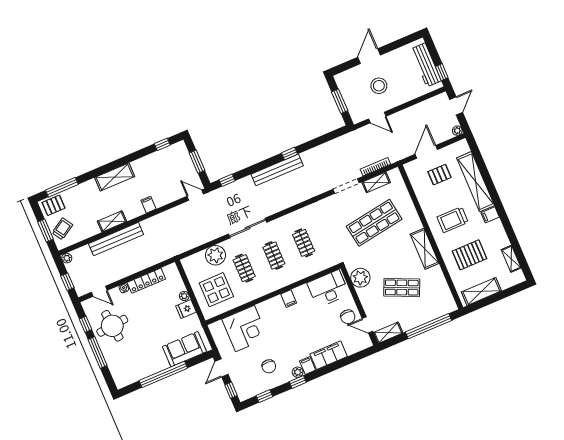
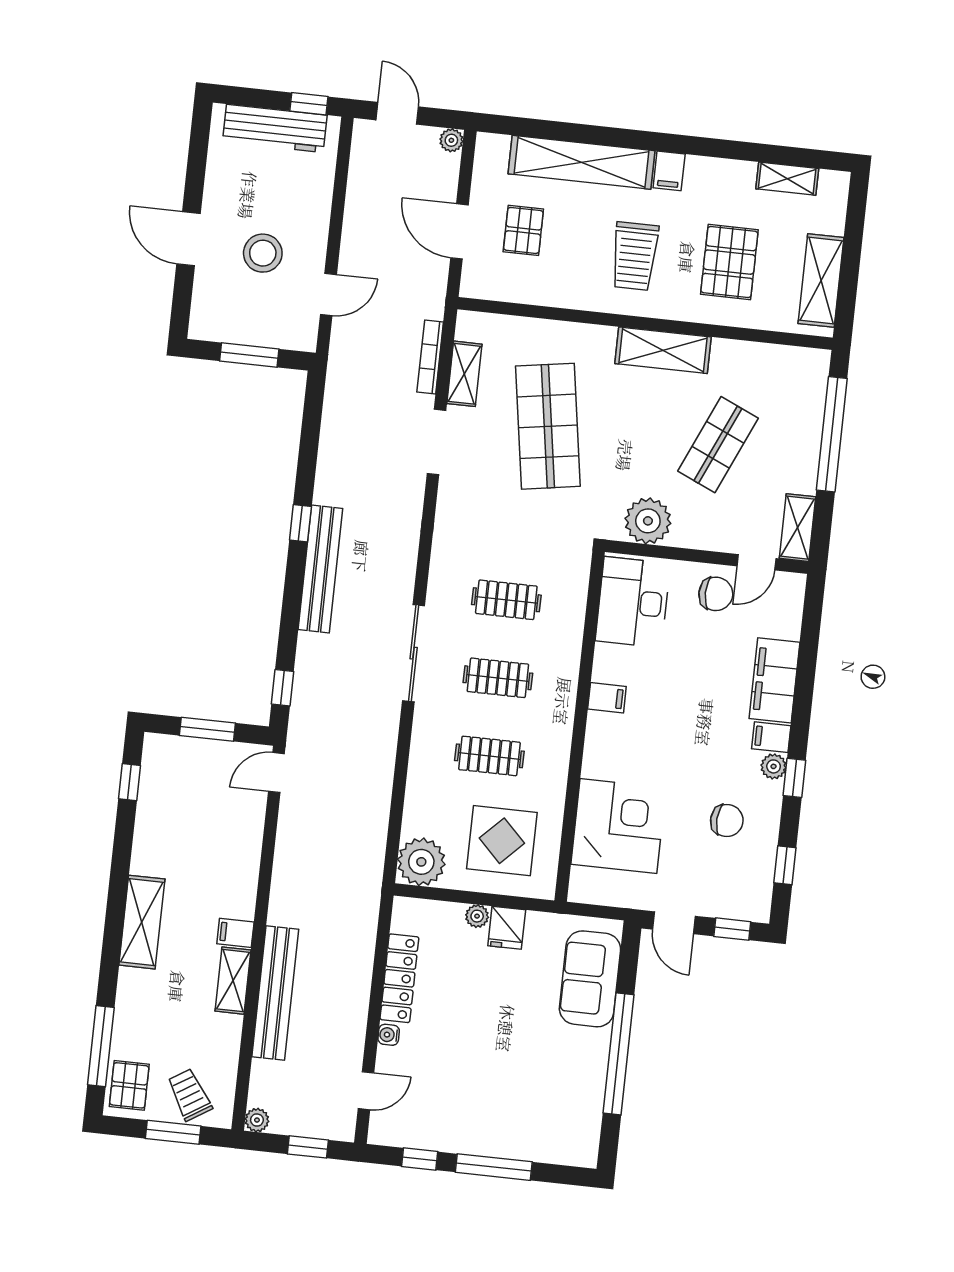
filing cabinet: (148, 205) -> (235, 933), moved
sliding door: (248, 228) -> (414, 653), moved
plant: (215, 255) -> (421, 862), moved
round table: (112, 326) -> (455, 1104), removed

